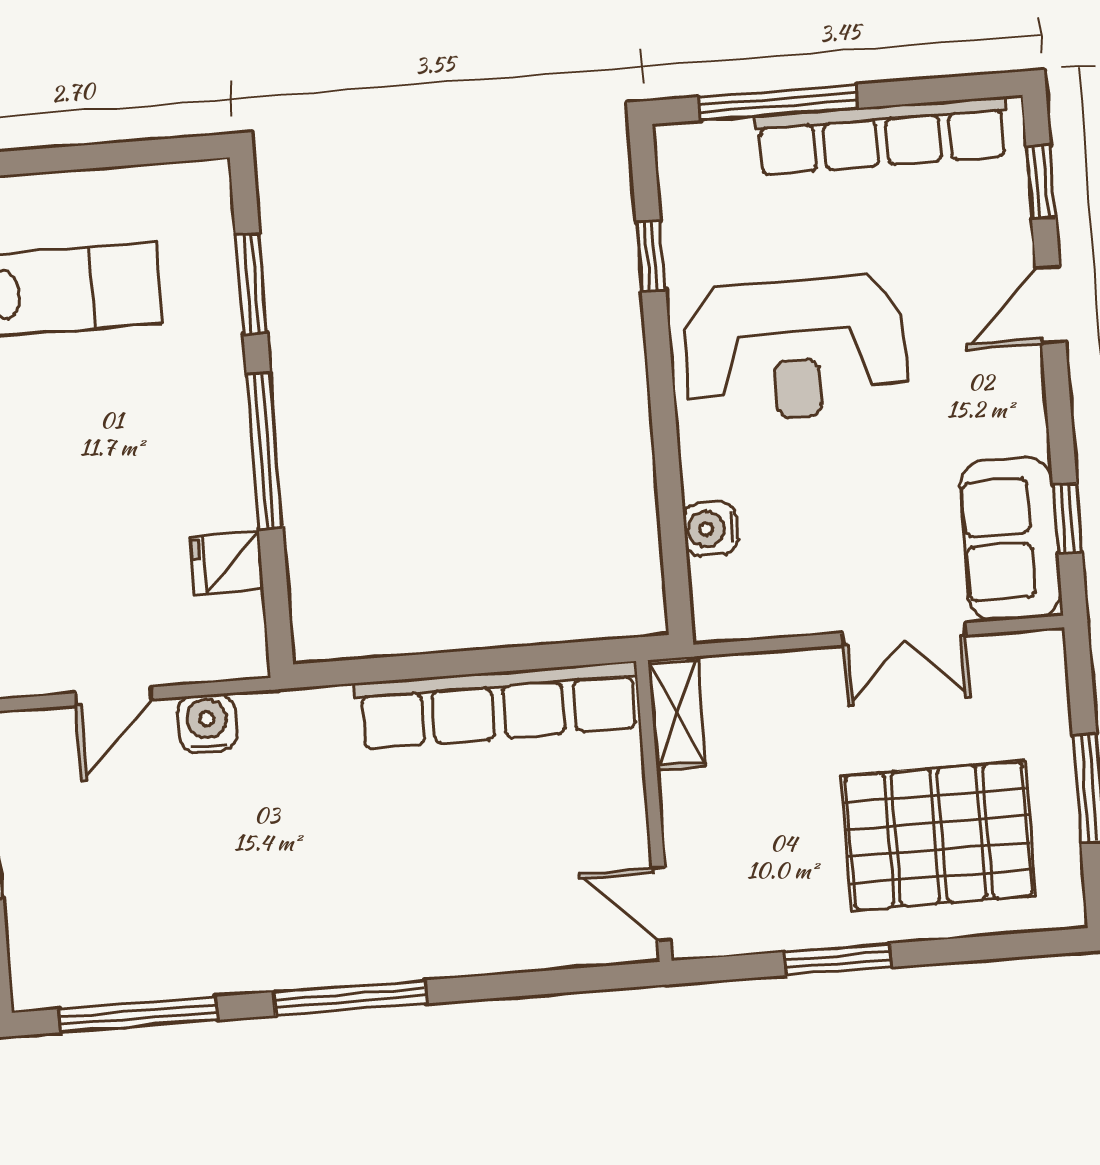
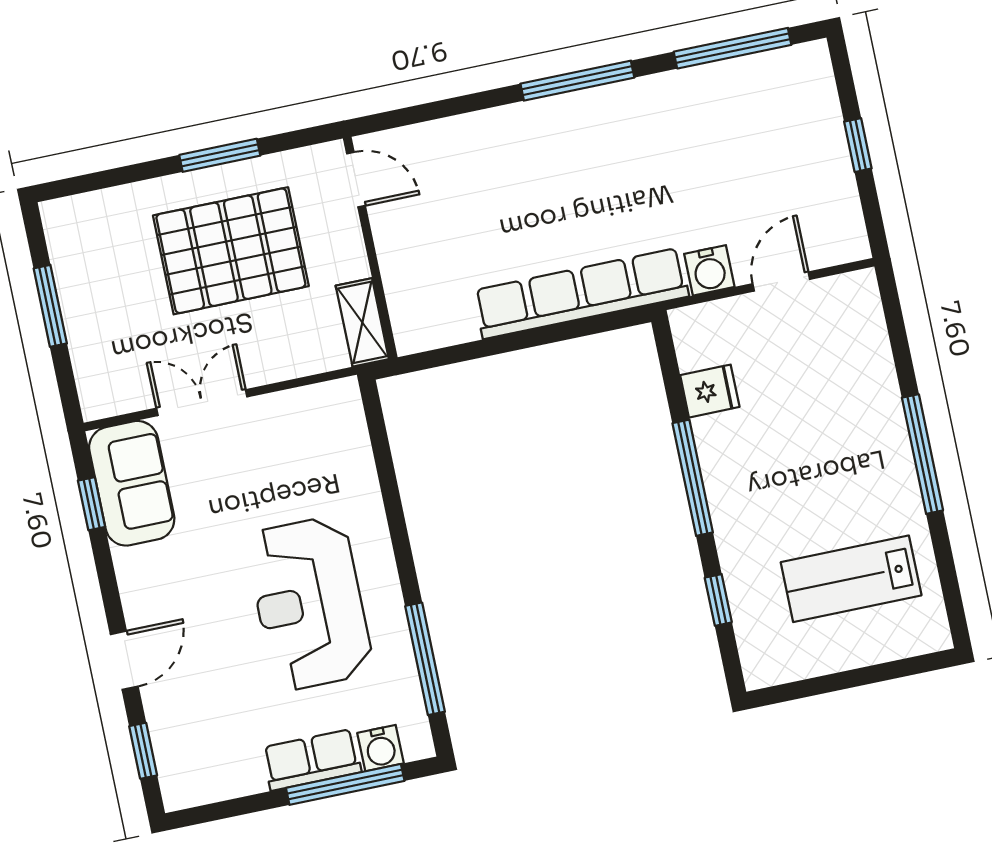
row of seats: (882, 136) -> (312, 760), width x0.50
window: (651, 256) -> (425, 659), width x2.17
window: (251, 284) -> (718, 600), width x0.67
reception desk: (795, 349) -> (309, 603), turned -90
water cooler: (710, 529) -> (380, 748), moved, turned 90
row of seats: (498, 705) -> (581, 293), moved
pallet: (939, 836) -> (231, 251), moved

